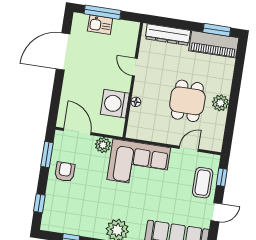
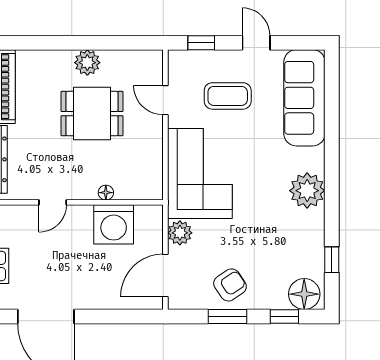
window: (47, 155) -> (227, 316), moved
armchair: (65, 172) -> (230, 285), turned 146
coffee table: (203, 183) -> (228, 96), moved
floor lamp: (52, 218) -> (304, 294), added

